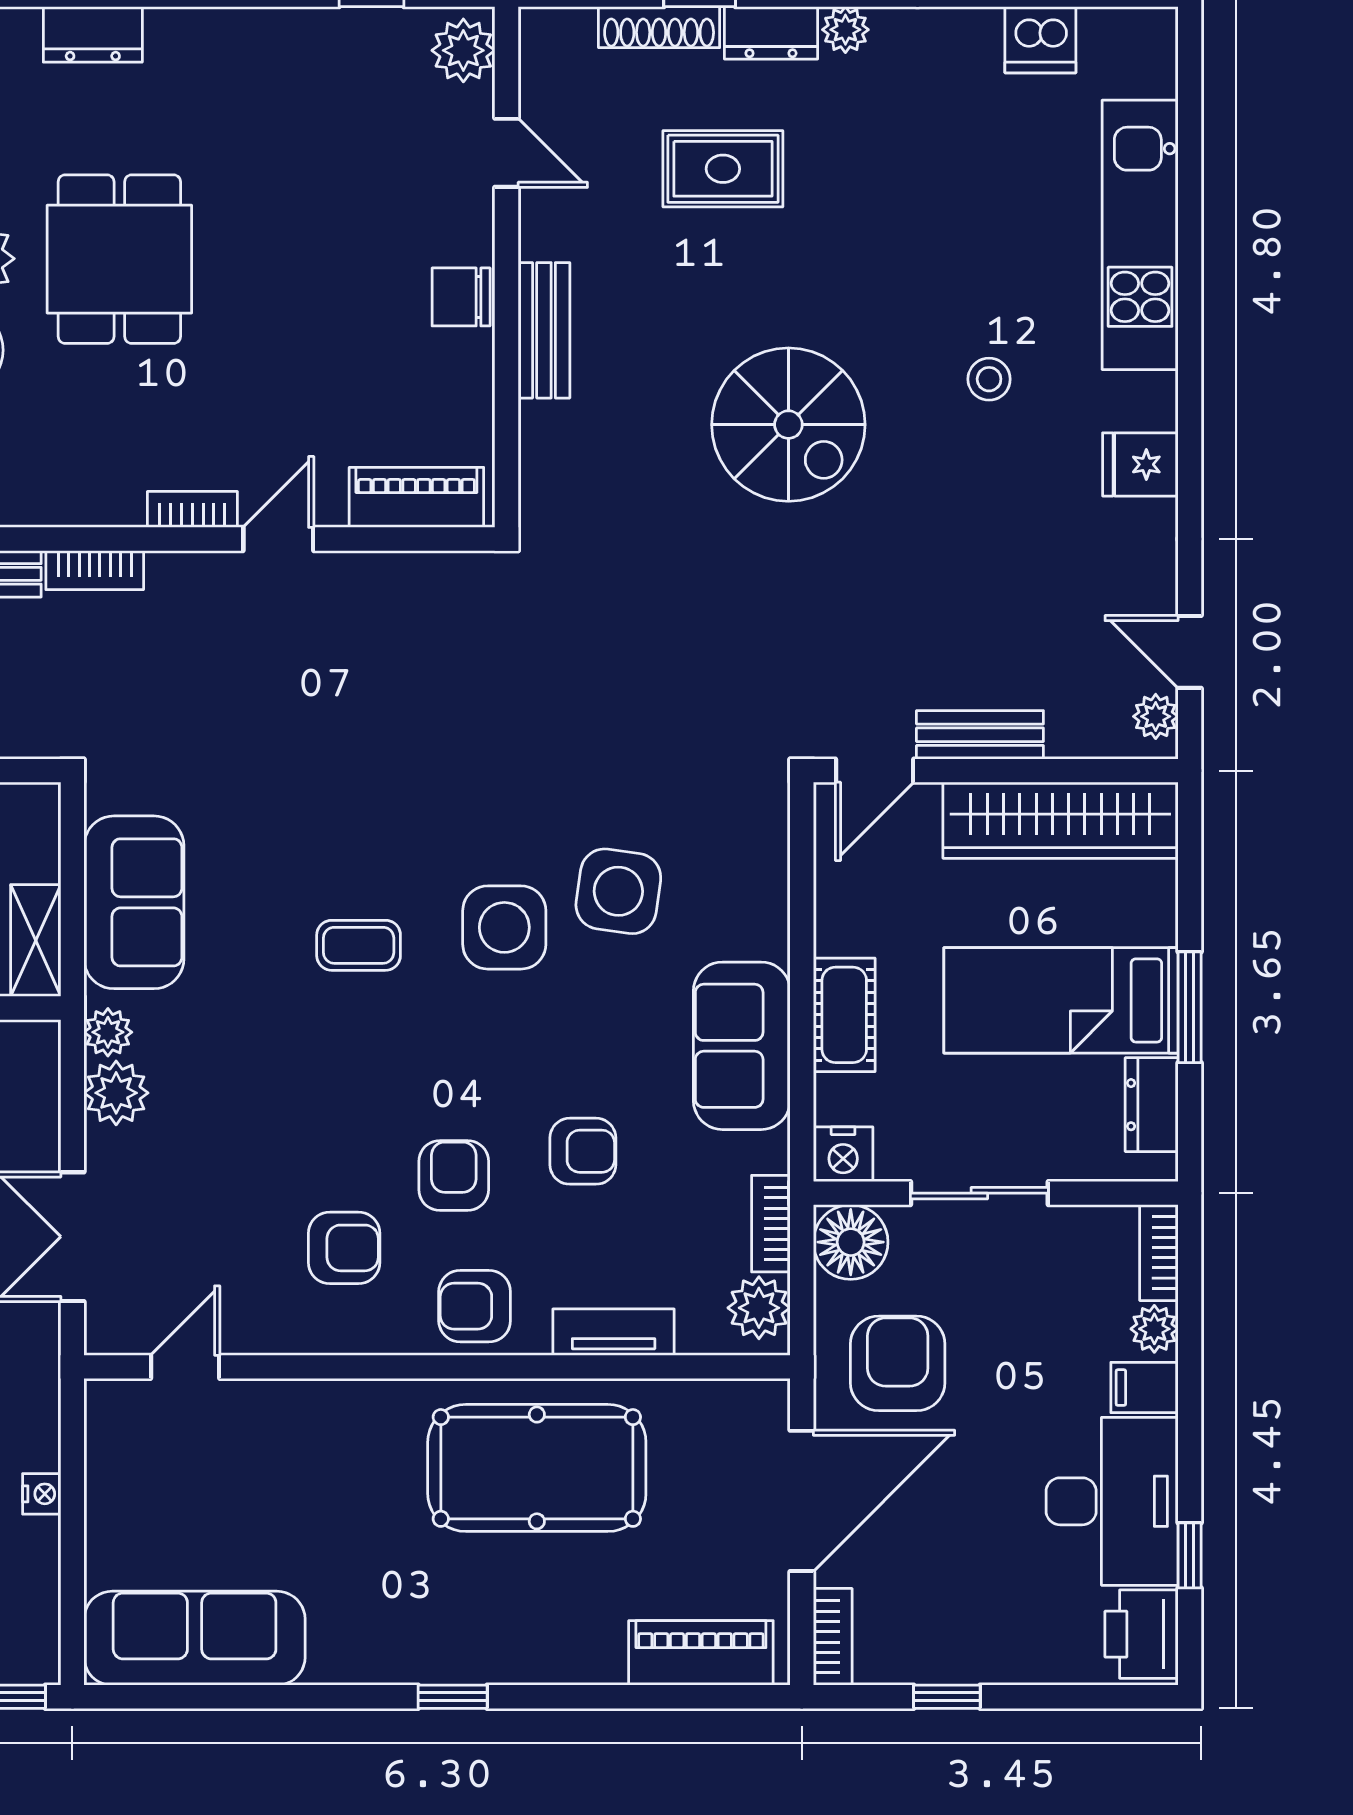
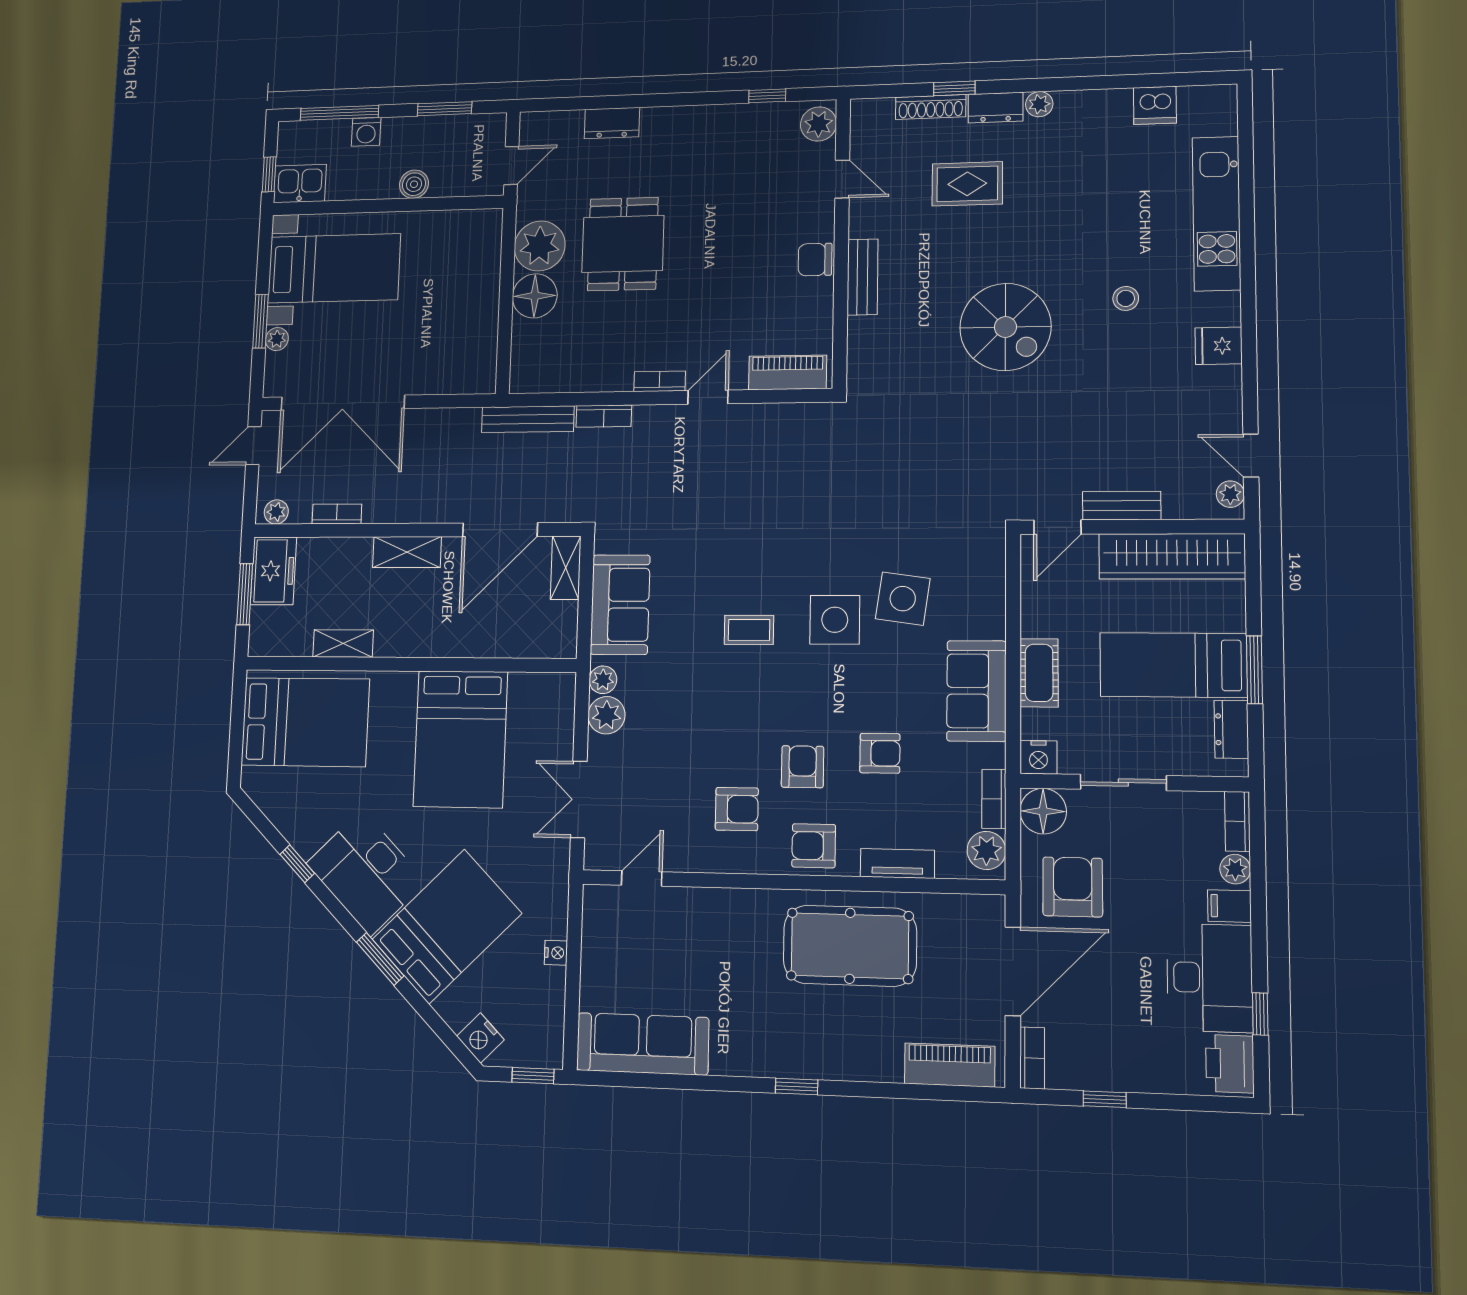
shelving: (36, 940) -> (566, 568), moved

